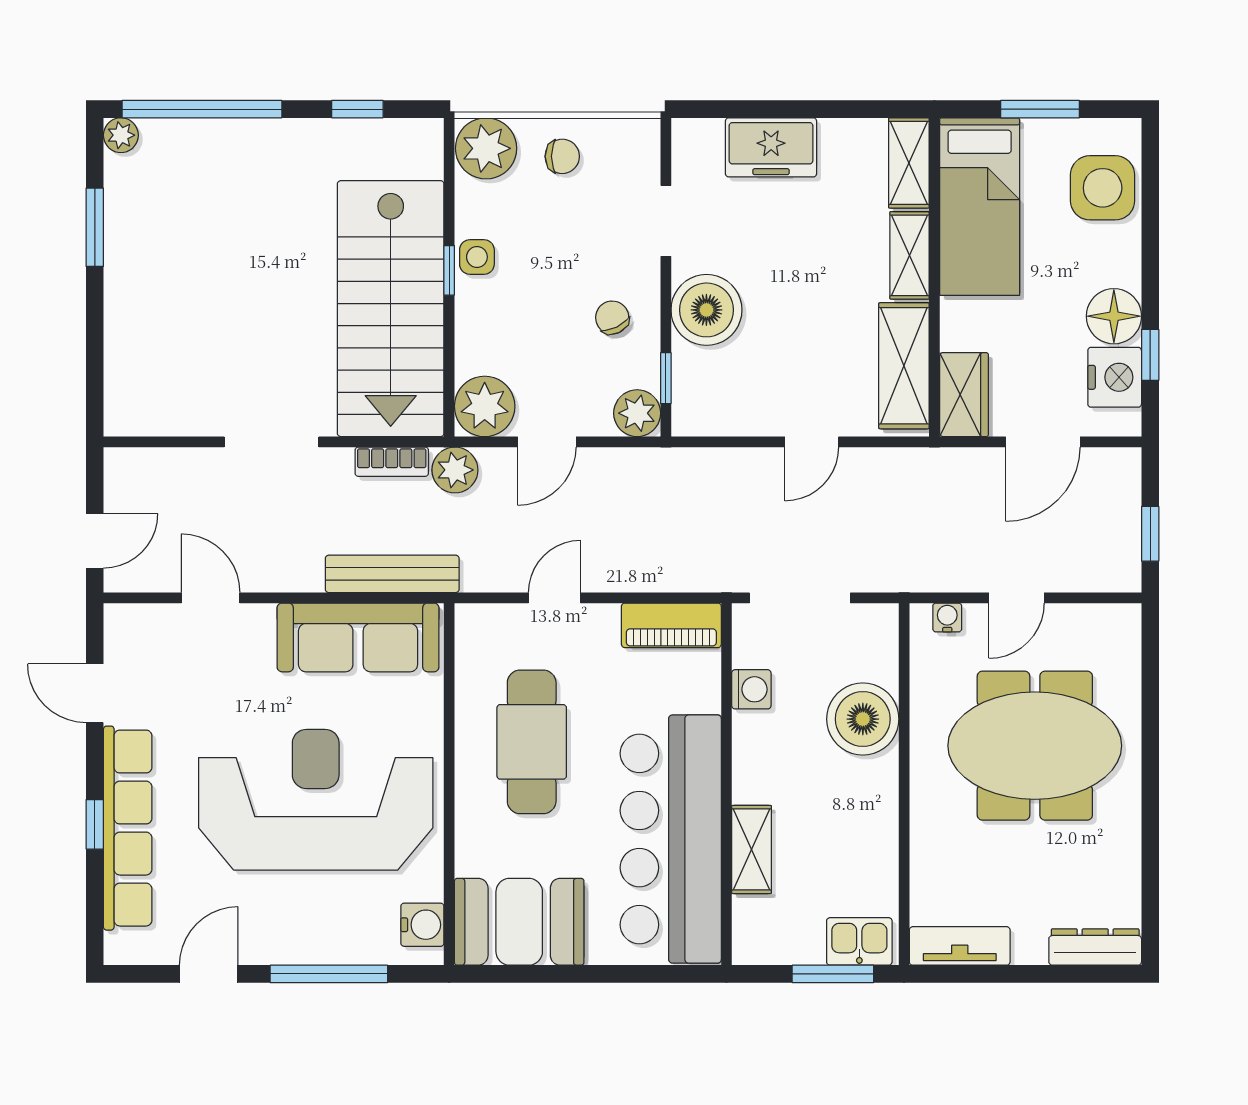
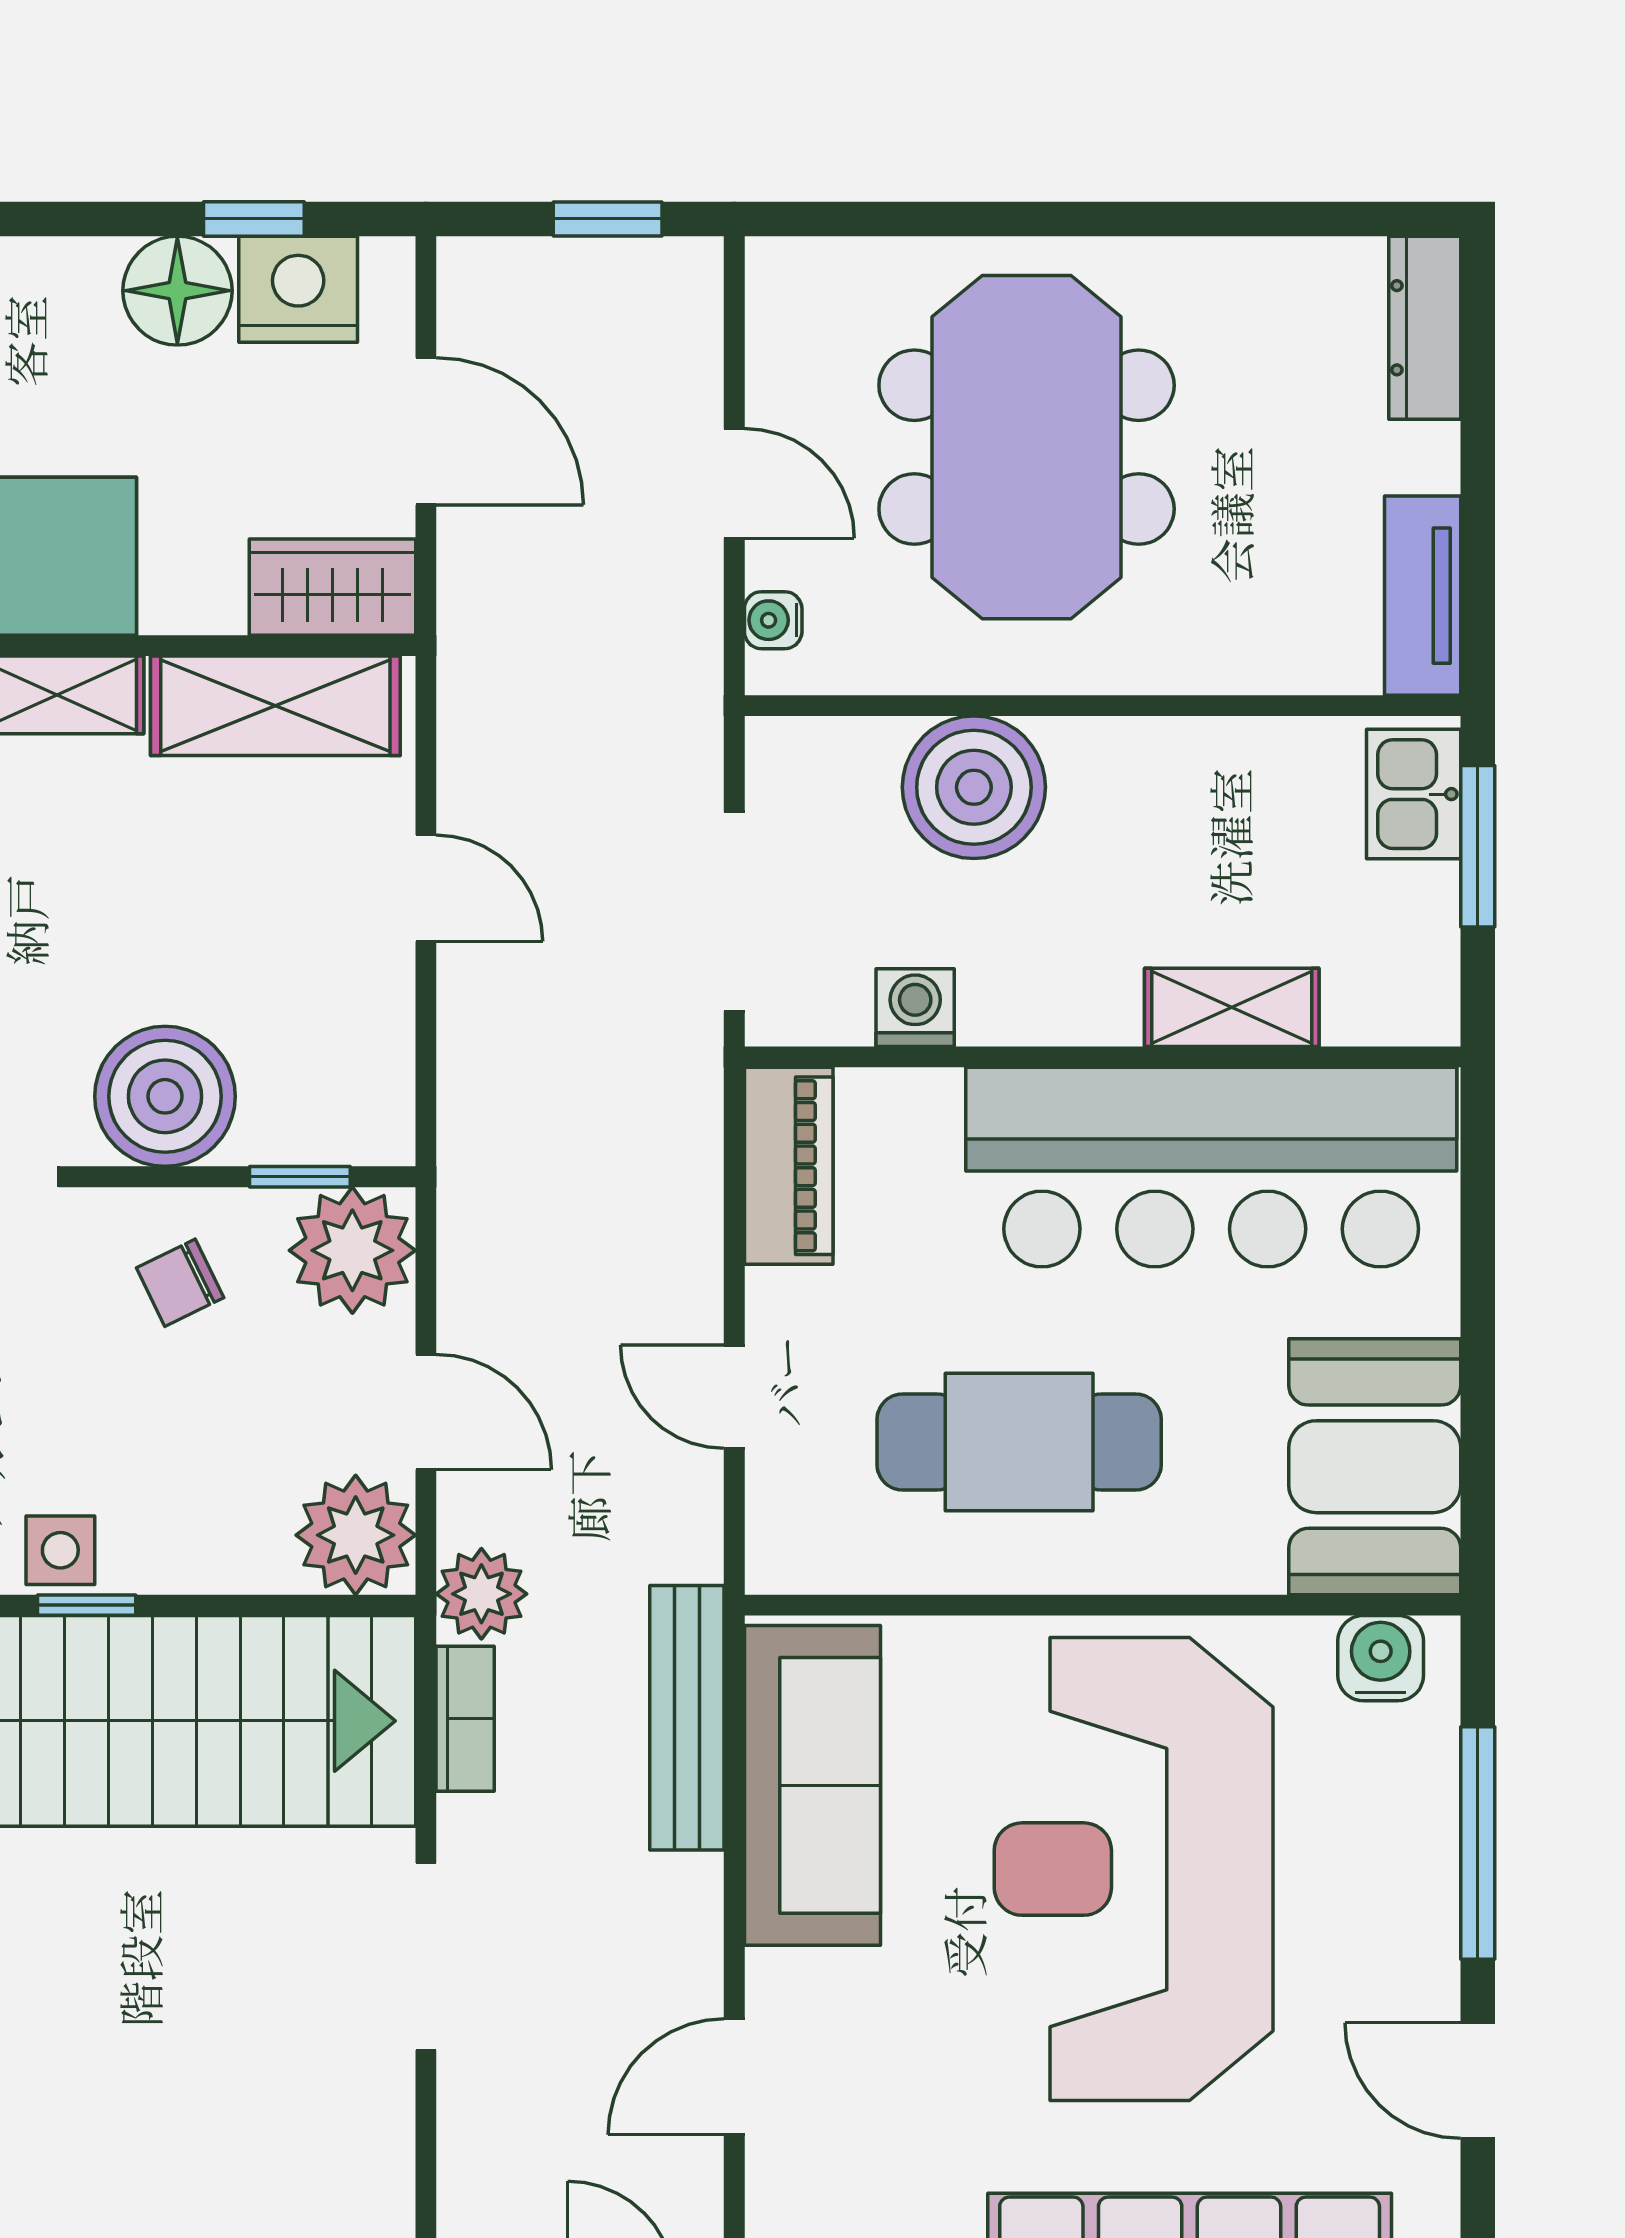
plant: (637, 413) -> (352, 1250), width x1.36, depth x1.36

